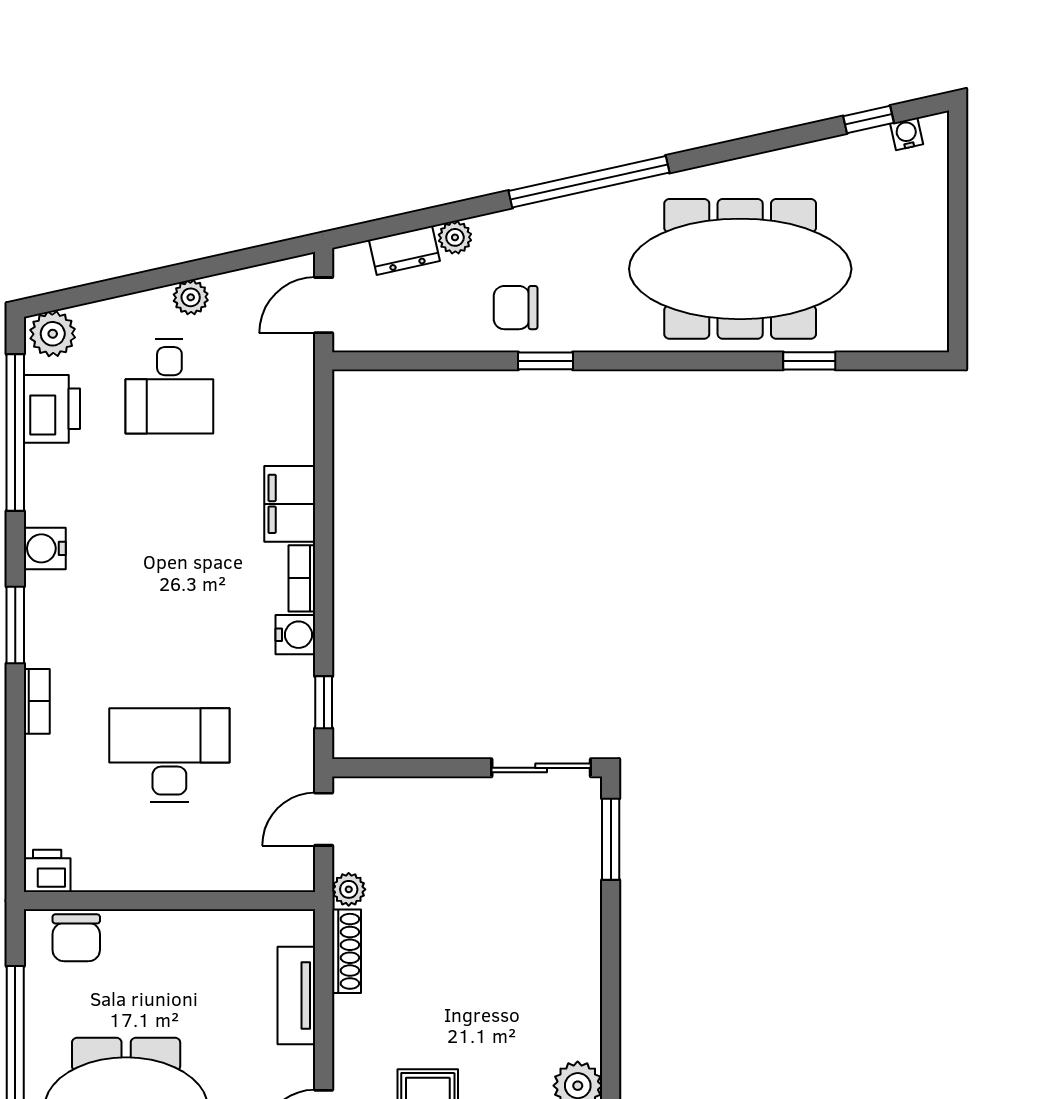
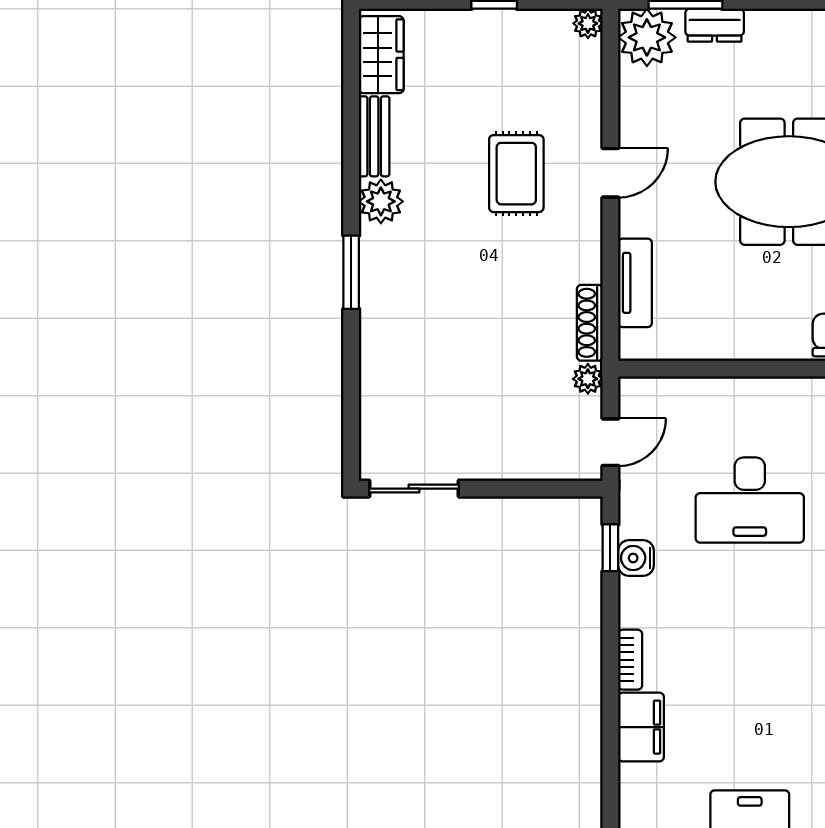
water cooler: (295, 635) -> (636, 558), moved
window: (611, 839) -> (351, 272), moved

